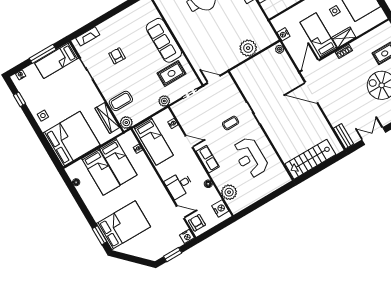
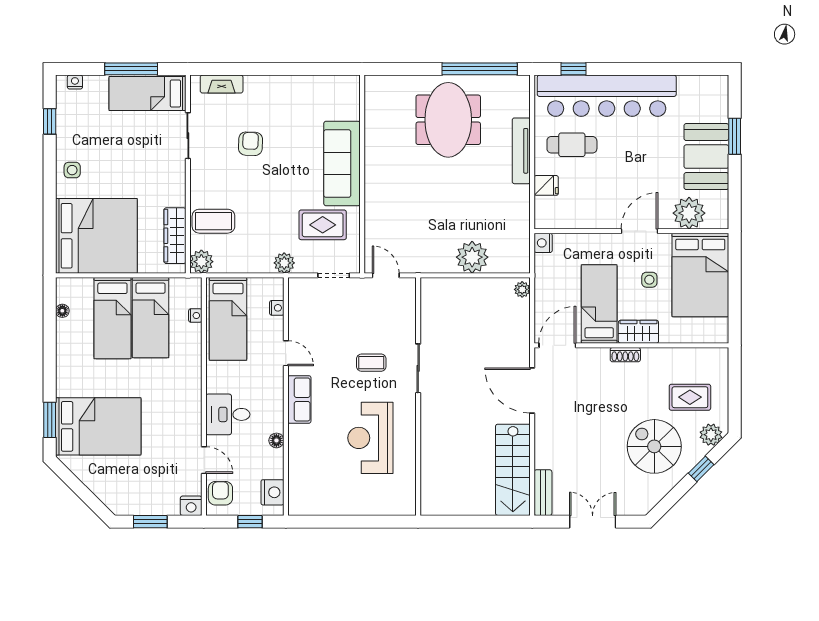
nightstand: (284, 34) -> (543, 243), moved
stairs: (310, 159) -> (513, 470), moved, turned -90
plant: (229, 192) -> (302, 474), removed
window: (218, 228) -> (250, 522), added

